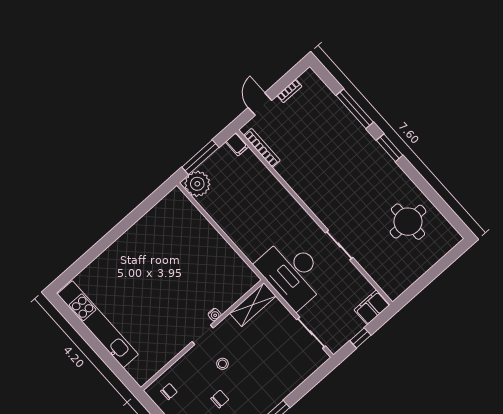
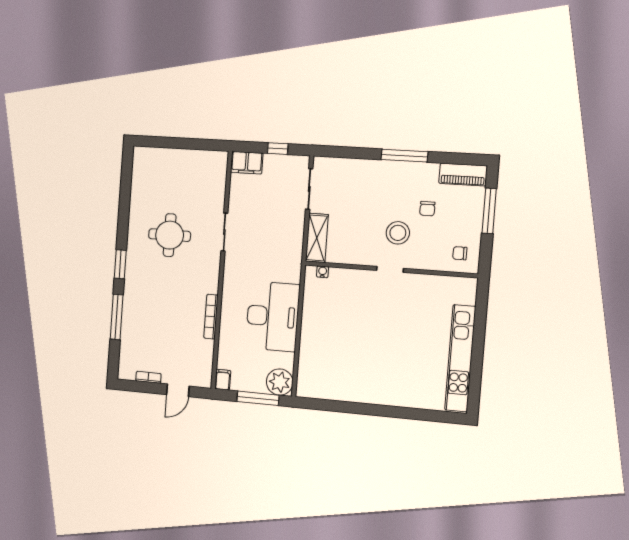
bookcase: (262, 148) -> (211, 317), moved
round table: (408, 222) -> (170, 235), moved
desk: (292, 273) -> (273, 316), moved
shelving: (253, 305) -> (317, 238), moved, turned 90
water cooler: (215, 315) -> (323, 272), moved
stool: (222, 364) -> (398, 233), width x1.89, depth x1.89
chair: (220, 399) -> (427, 209), turned -90

